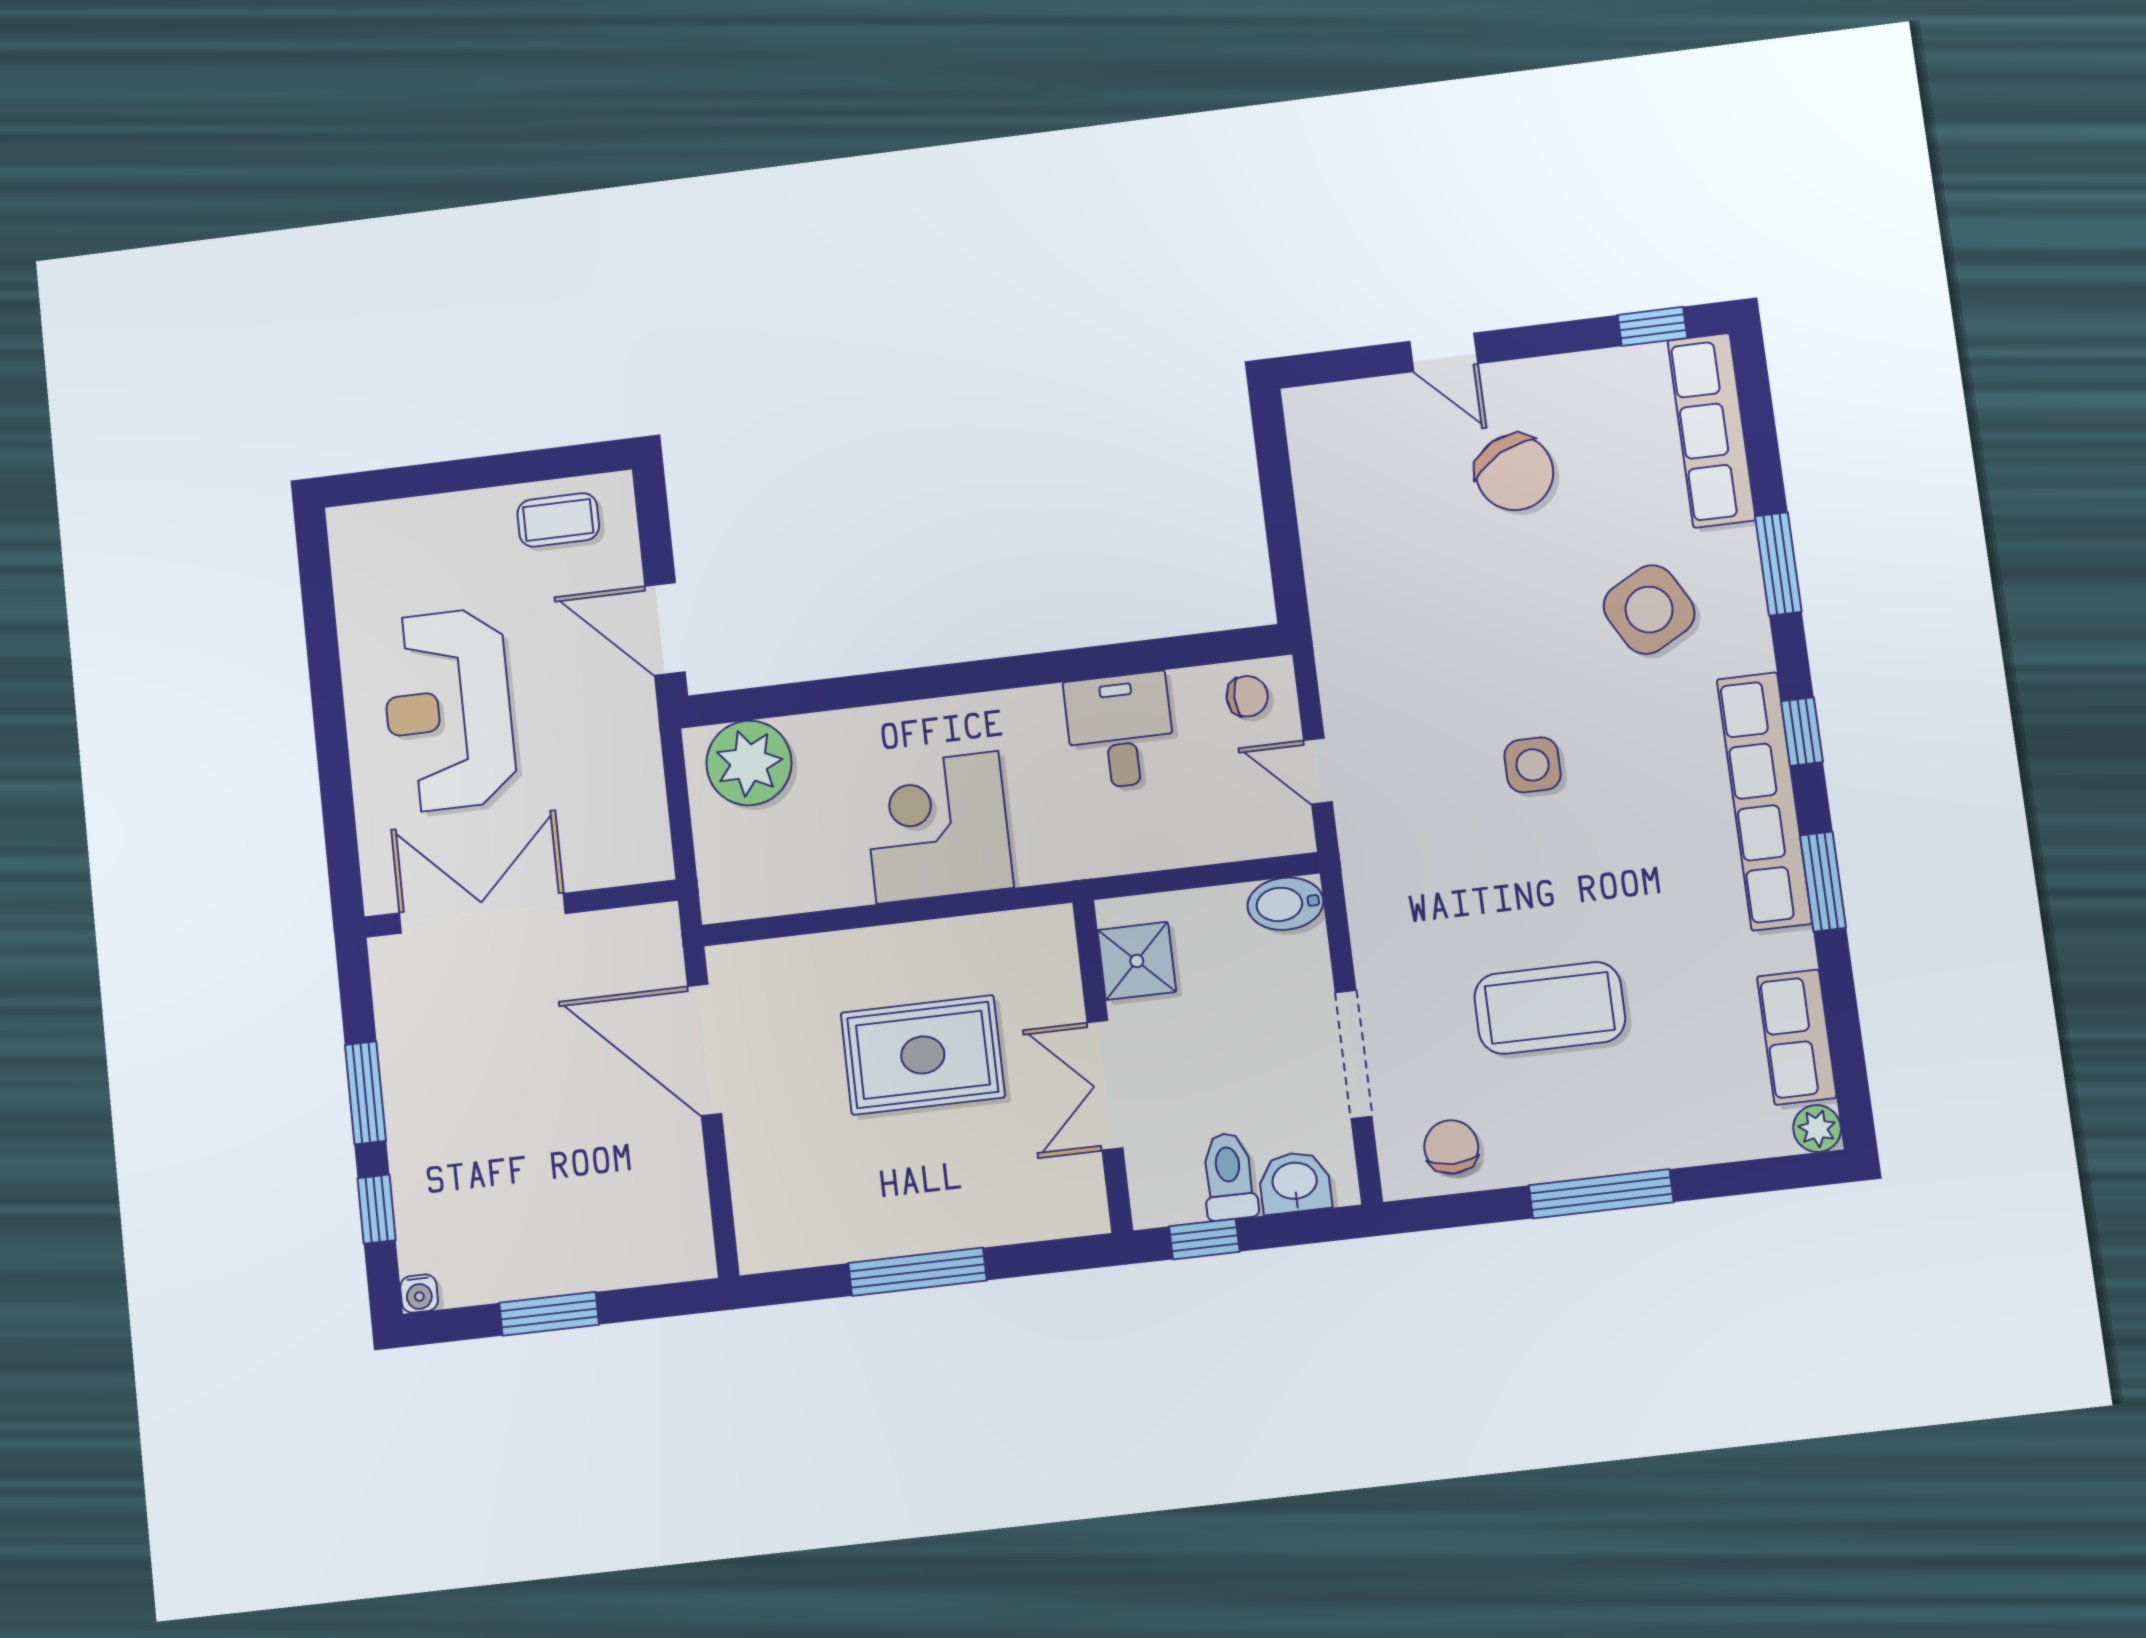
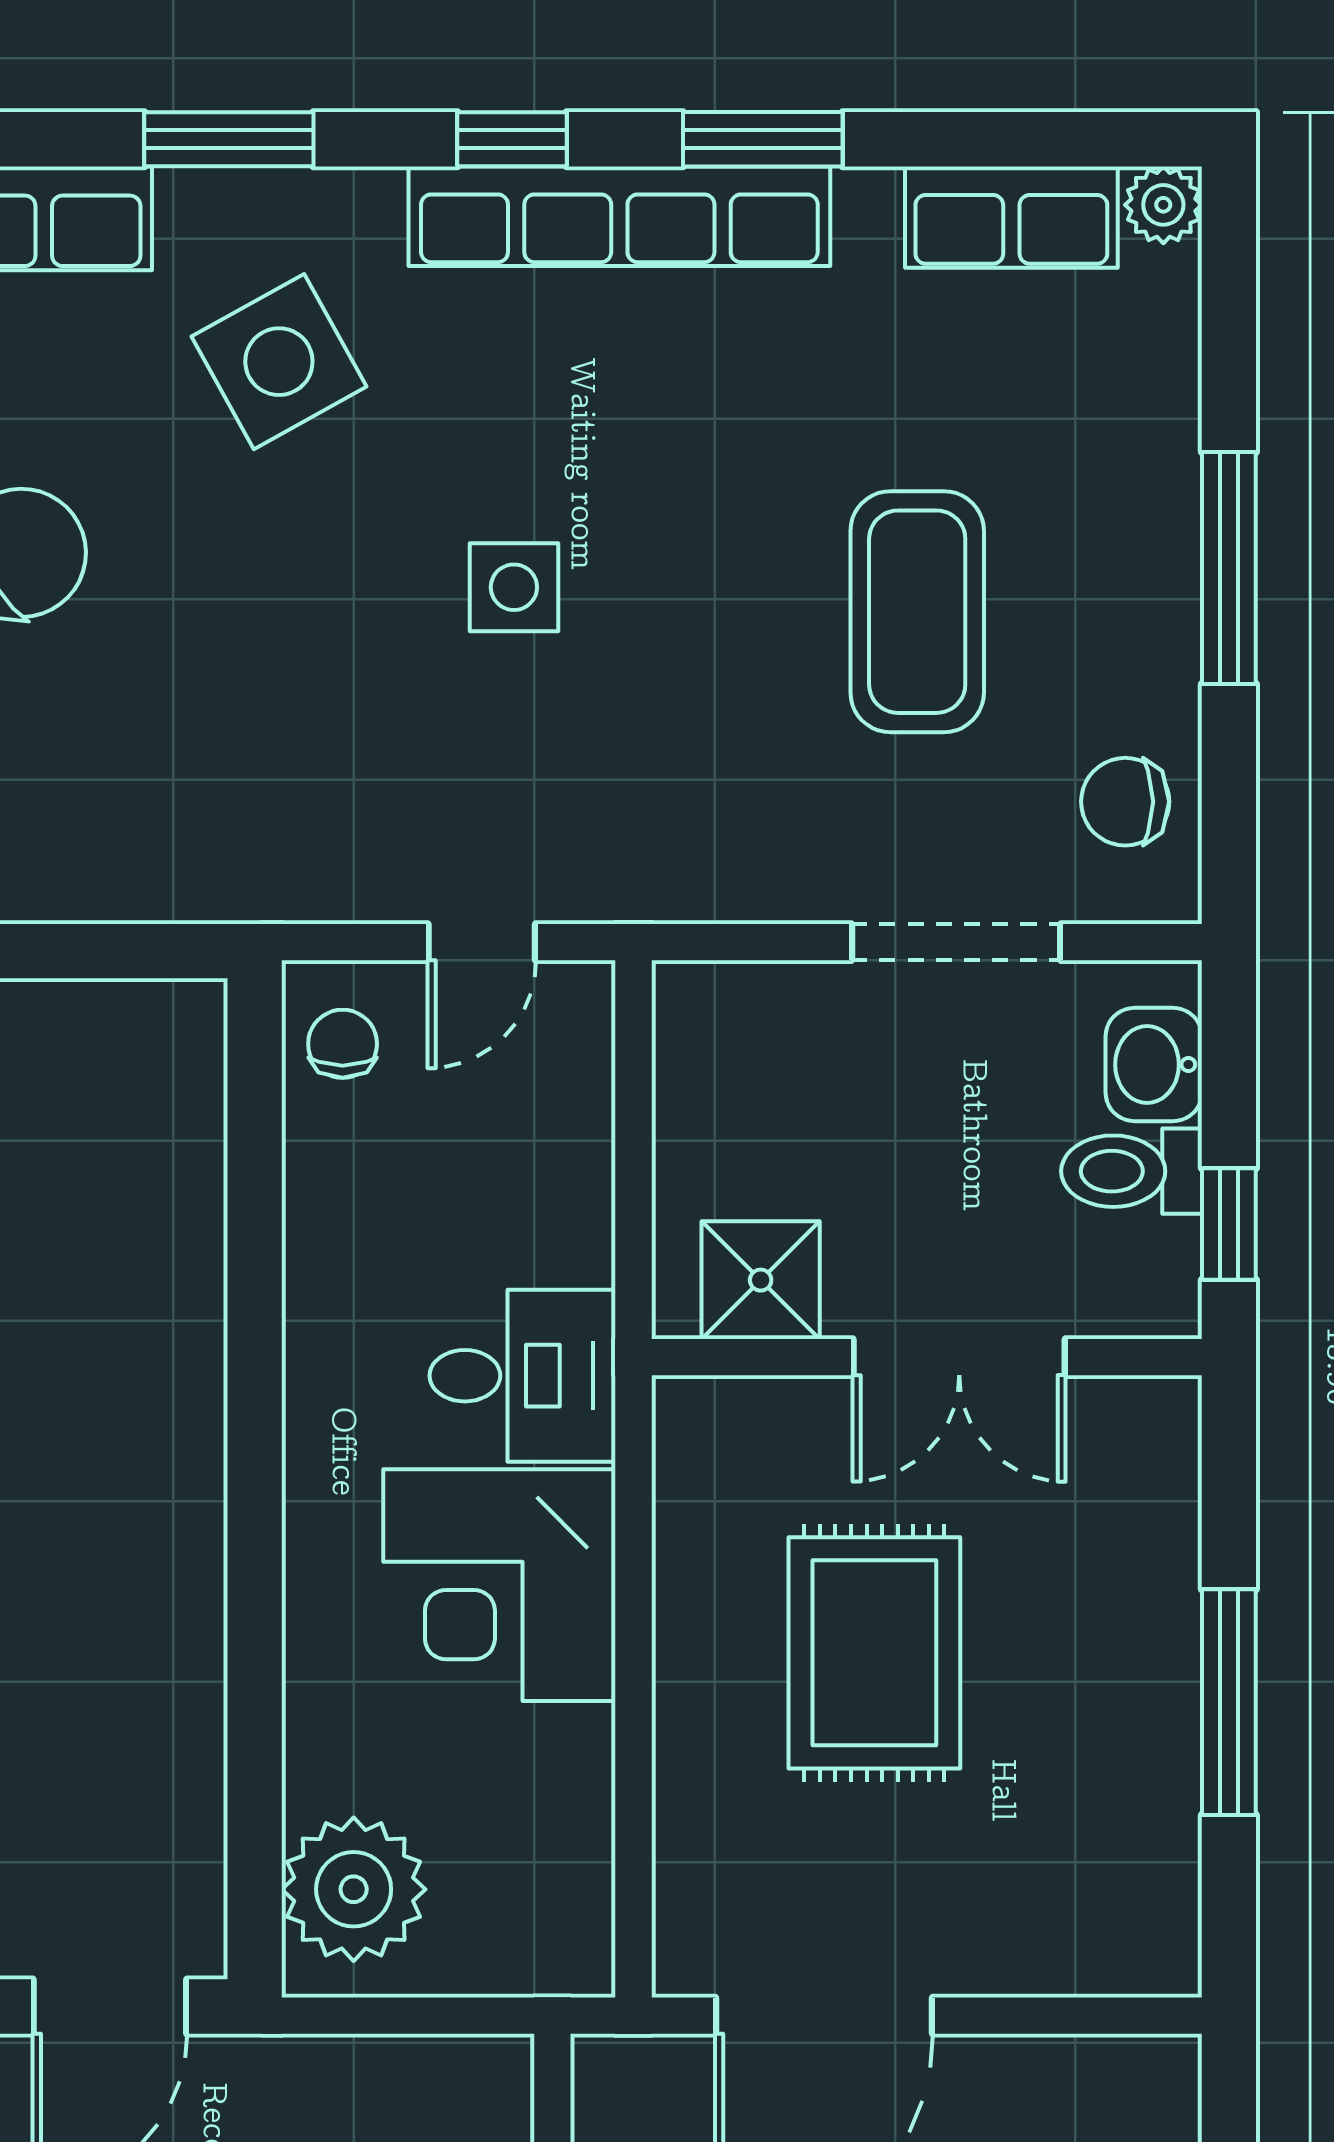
desk: (1120, 731) -> (523, 1376), moved, turned 180
bidet: (1285, 904) -> (695, 1023), removed

